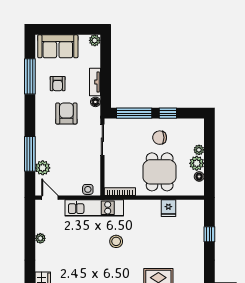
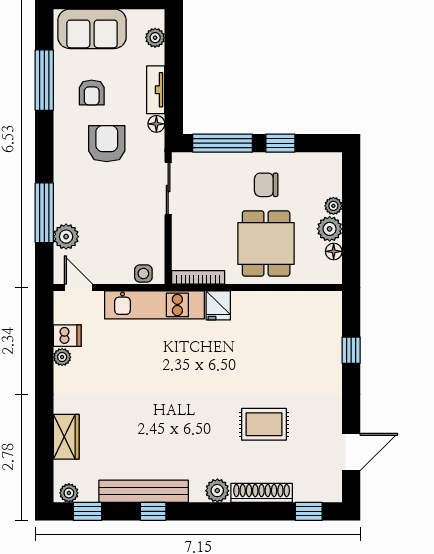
plant: (95, 40) -> (155, 38), moved
fridge: (168, 208) -> (218, 305), moved
dishwasher: (43, 226) -> (67, 336), added
stool: (116, 241) -> (192, 362), removed

